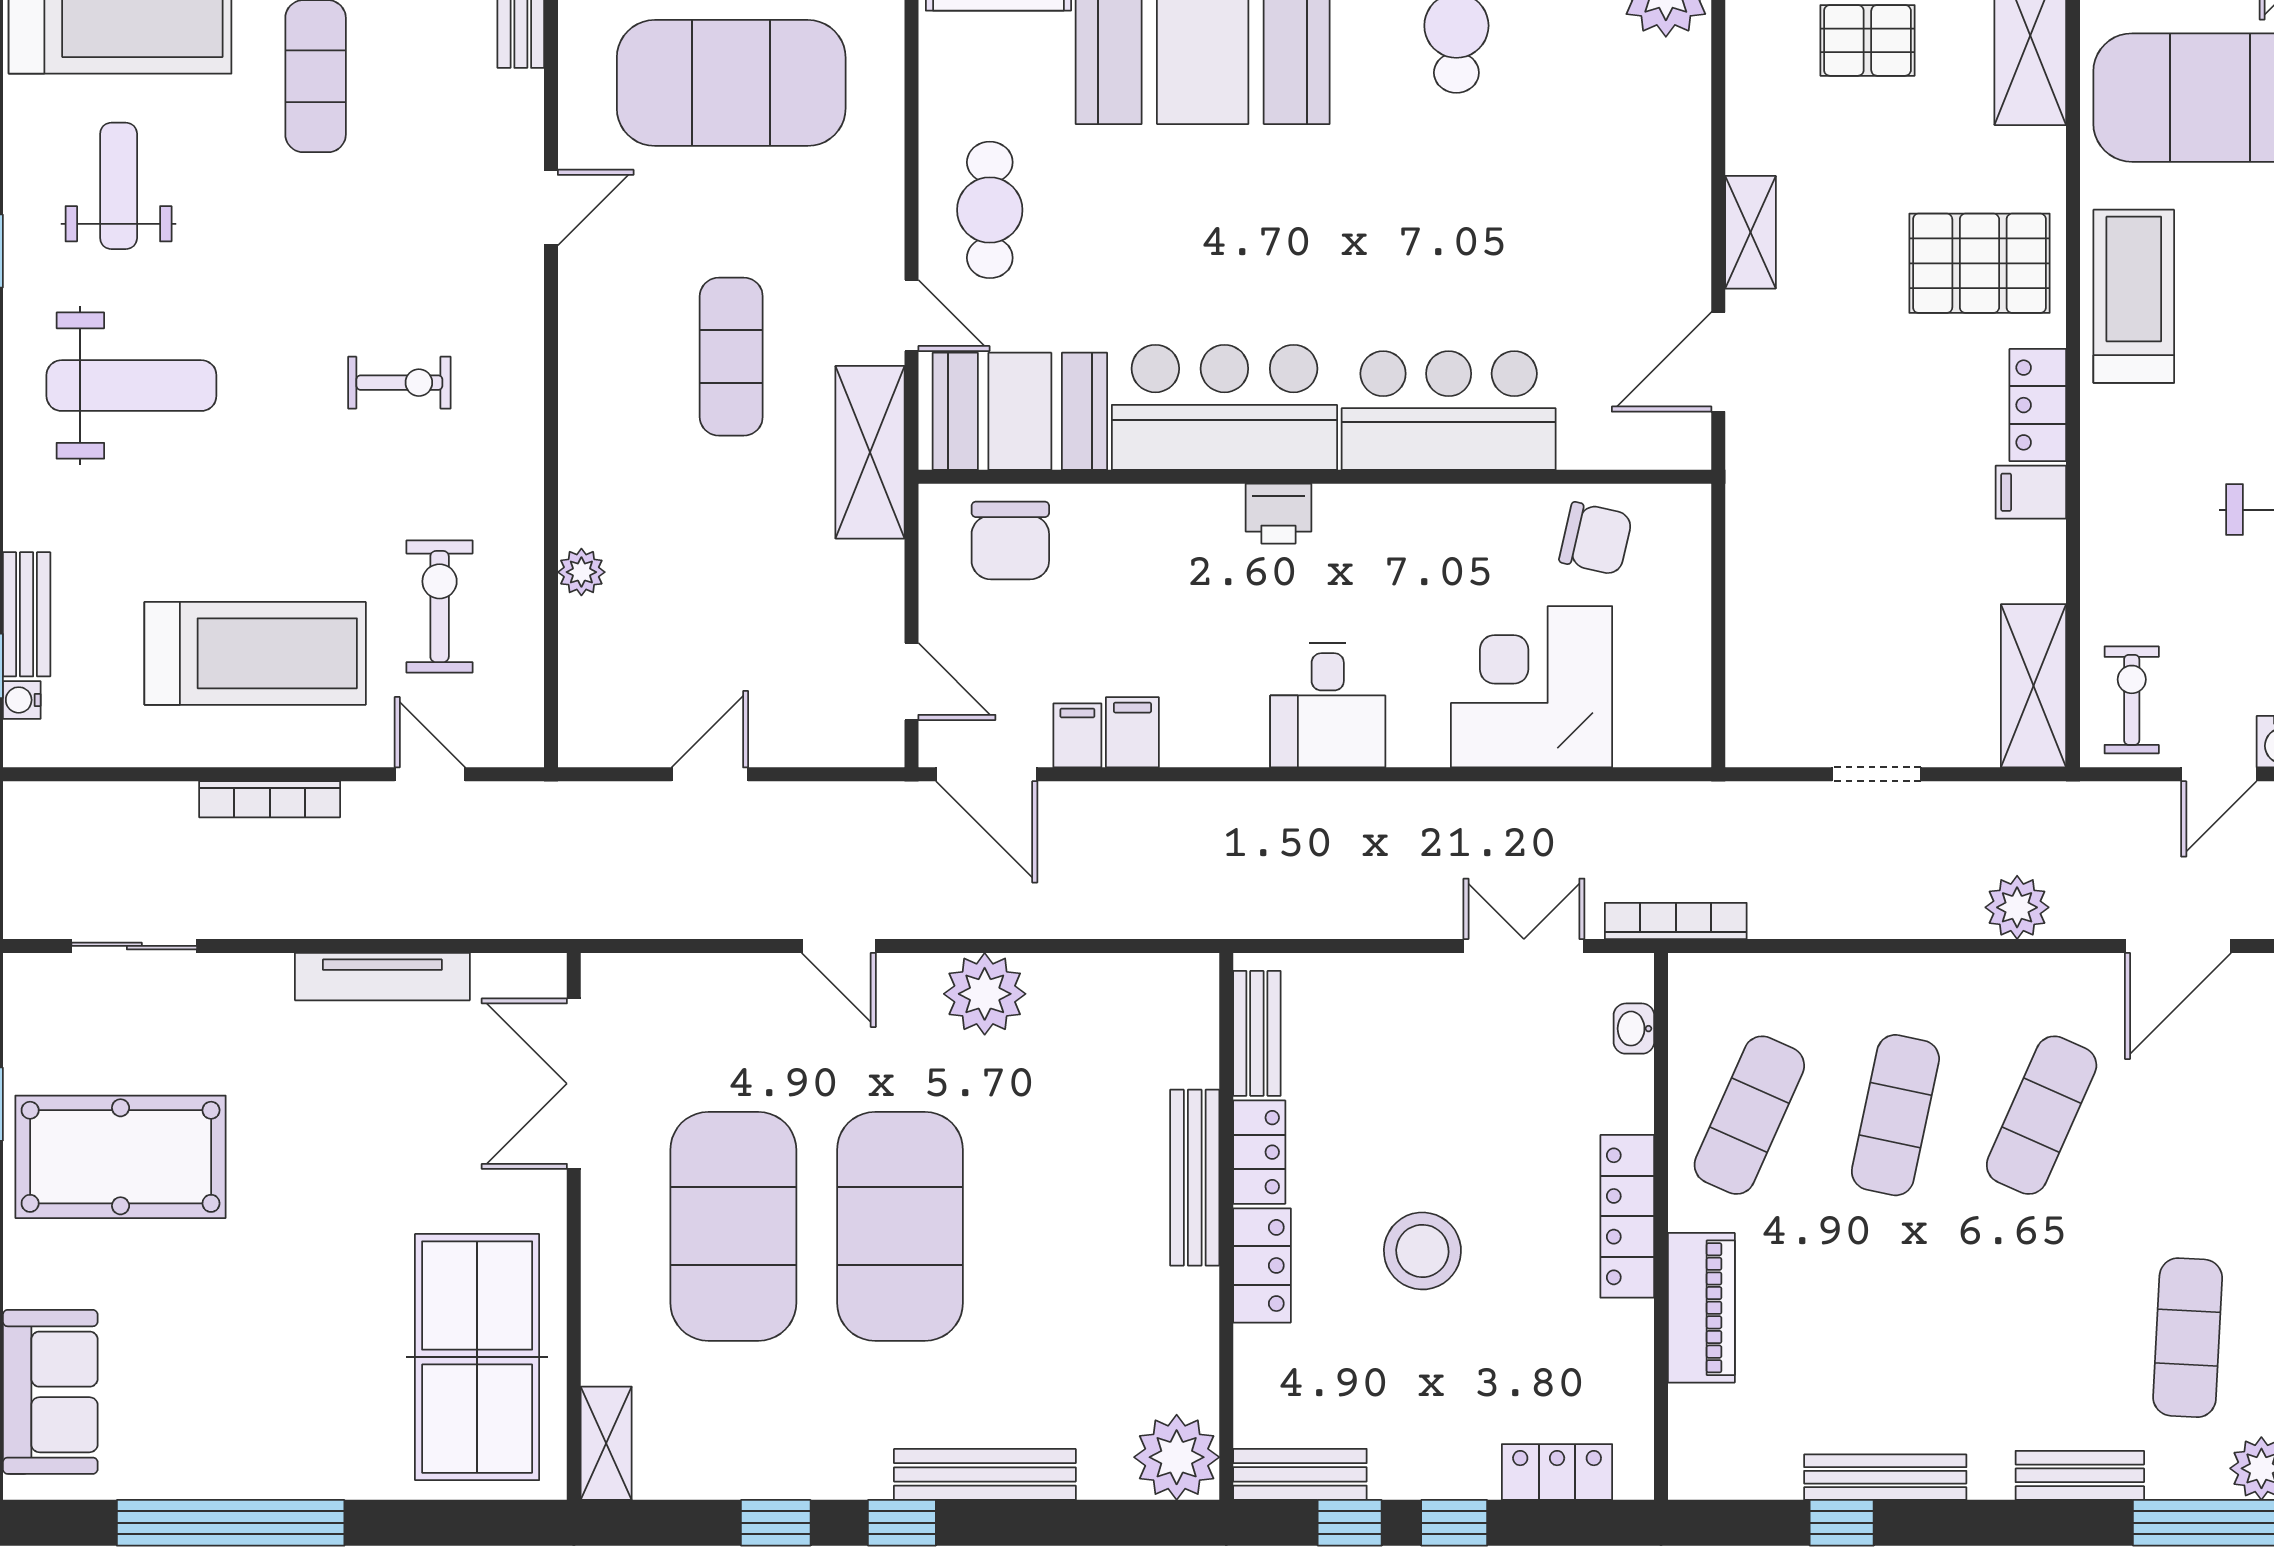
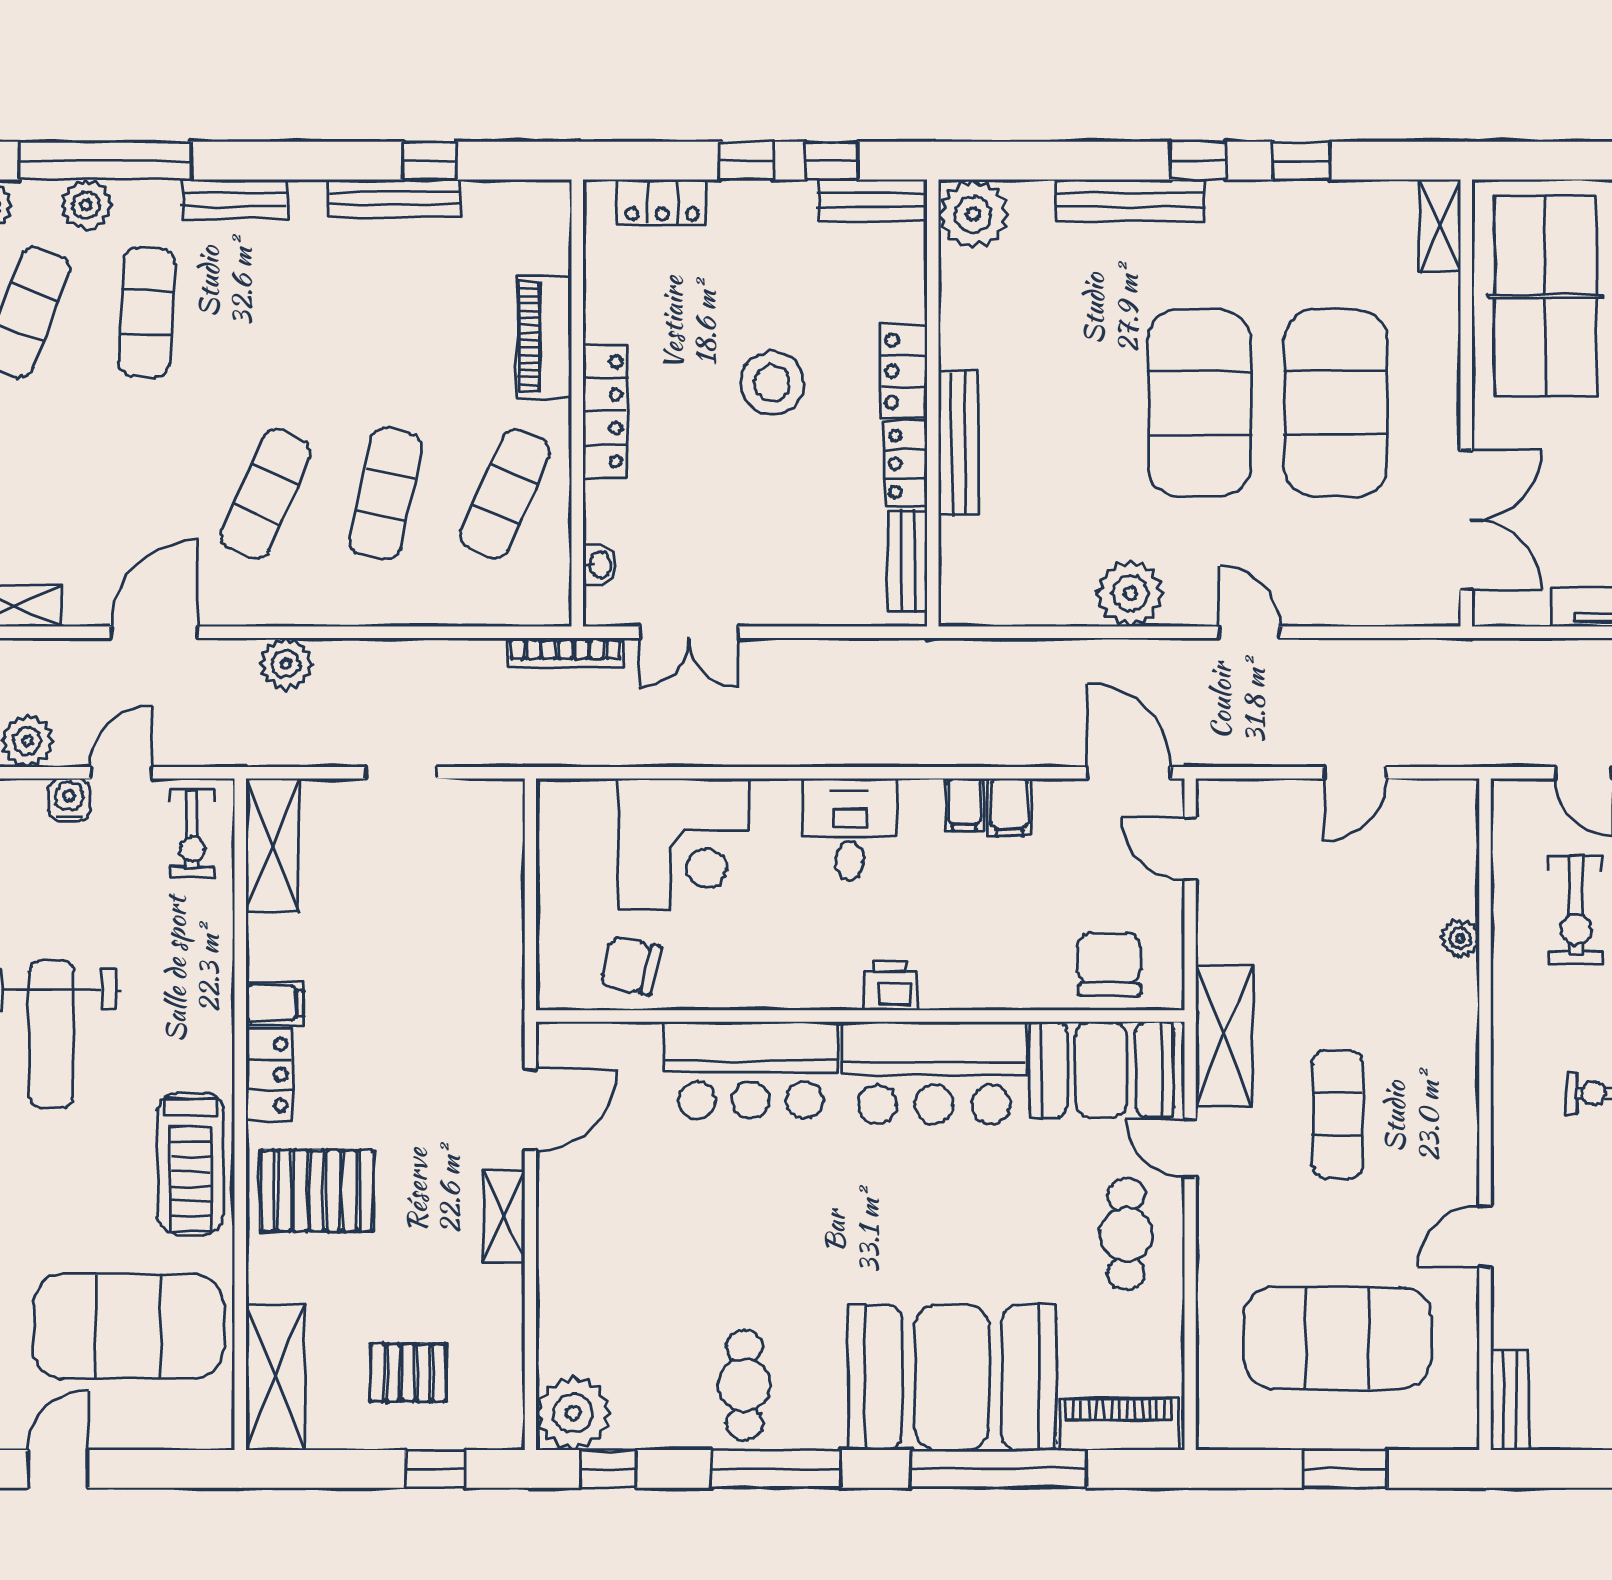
filing cabinet: (1077, 735) -> (964, 805), moved

